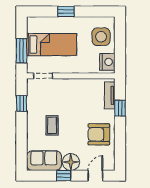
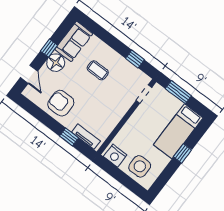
bed: (52, 45) -> (178, 131), moved
armchair: (99, 134) -> (61, 103), turned -90

